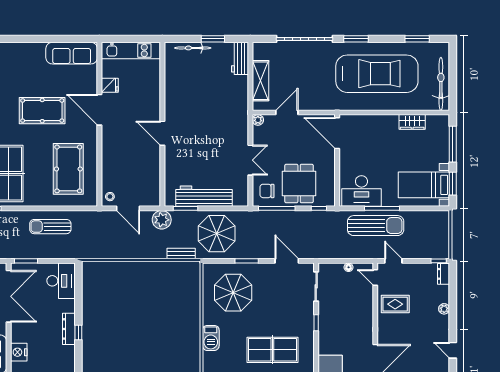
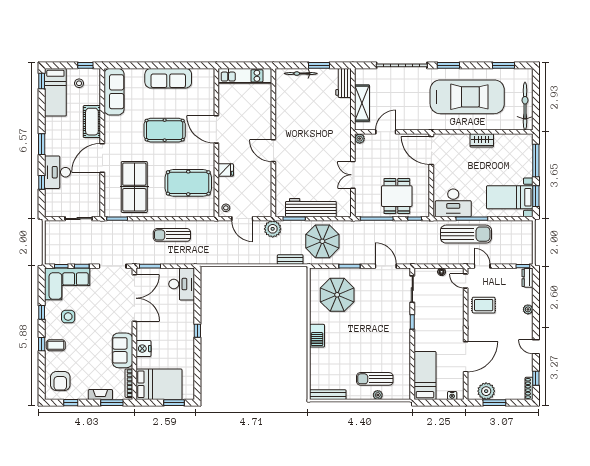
sofa: (72, 53) -> (168, 78), moved
fridge: (110, 85) -> (226, 170), moved
wardrobe: (412, 122) -> (482, 140), moved
double door: (250, 160) -> (353, 175), swing flipped
pool table: (68, 169) -> (188, 183), turned 90
chair: (267, 191) -> (368, 203), removed
dresser: (69, 329) -> (189, 328), removed
table tennis table: (272, 350) -> (373, 346), removed

